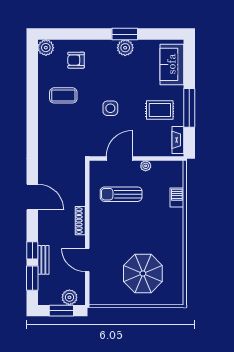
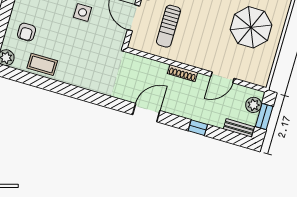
coffee table: (63, 95) -> (42, 64), moved, turned 90
bench: (43, 260) -> (239, 128), moved
window: (32, 278) -> (225, 135), removed

